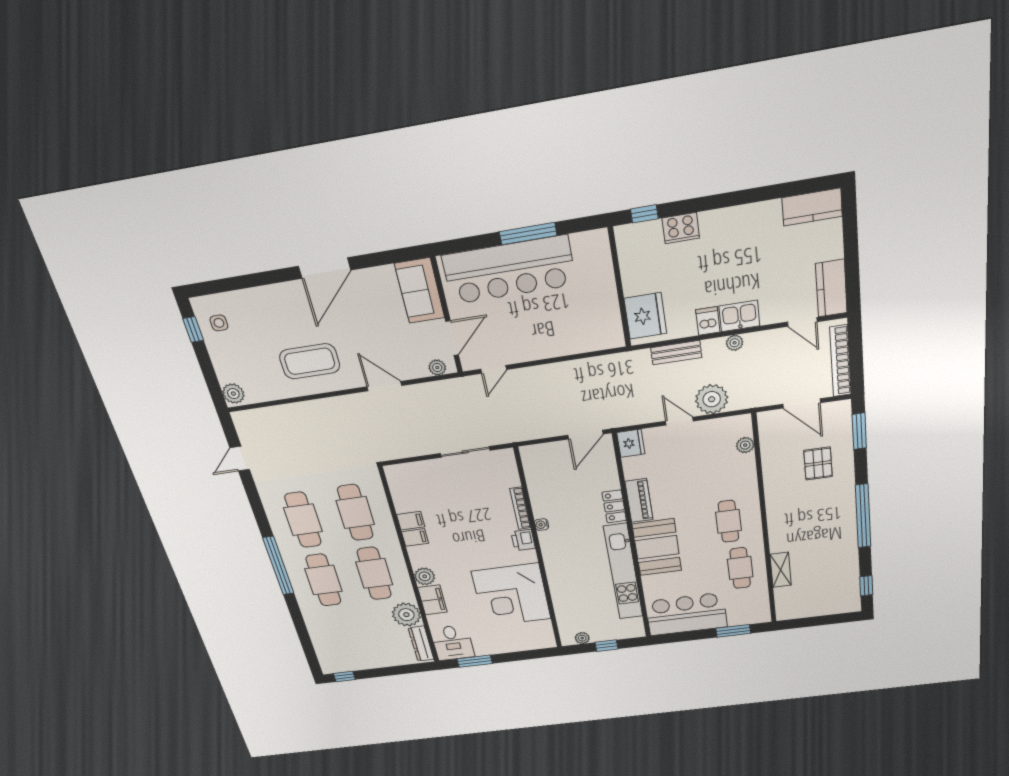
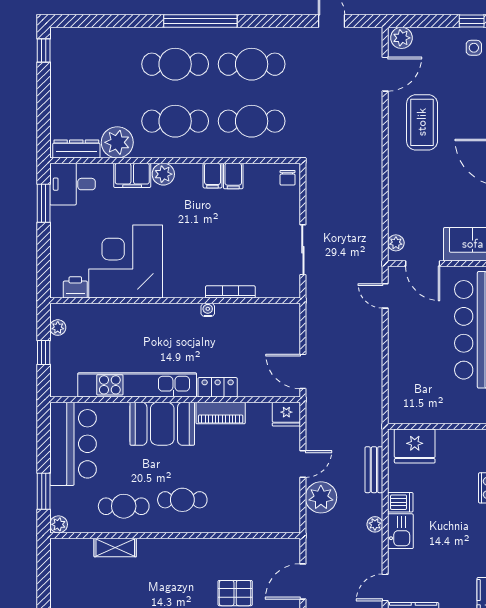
door: (384, 386) -> (385, 74), moved
plant: (745, 445) -> (59, 524), moved
chair: (399, 475) -> (288, 178), added
printer: (523, 540) -> (75, 287), moved

